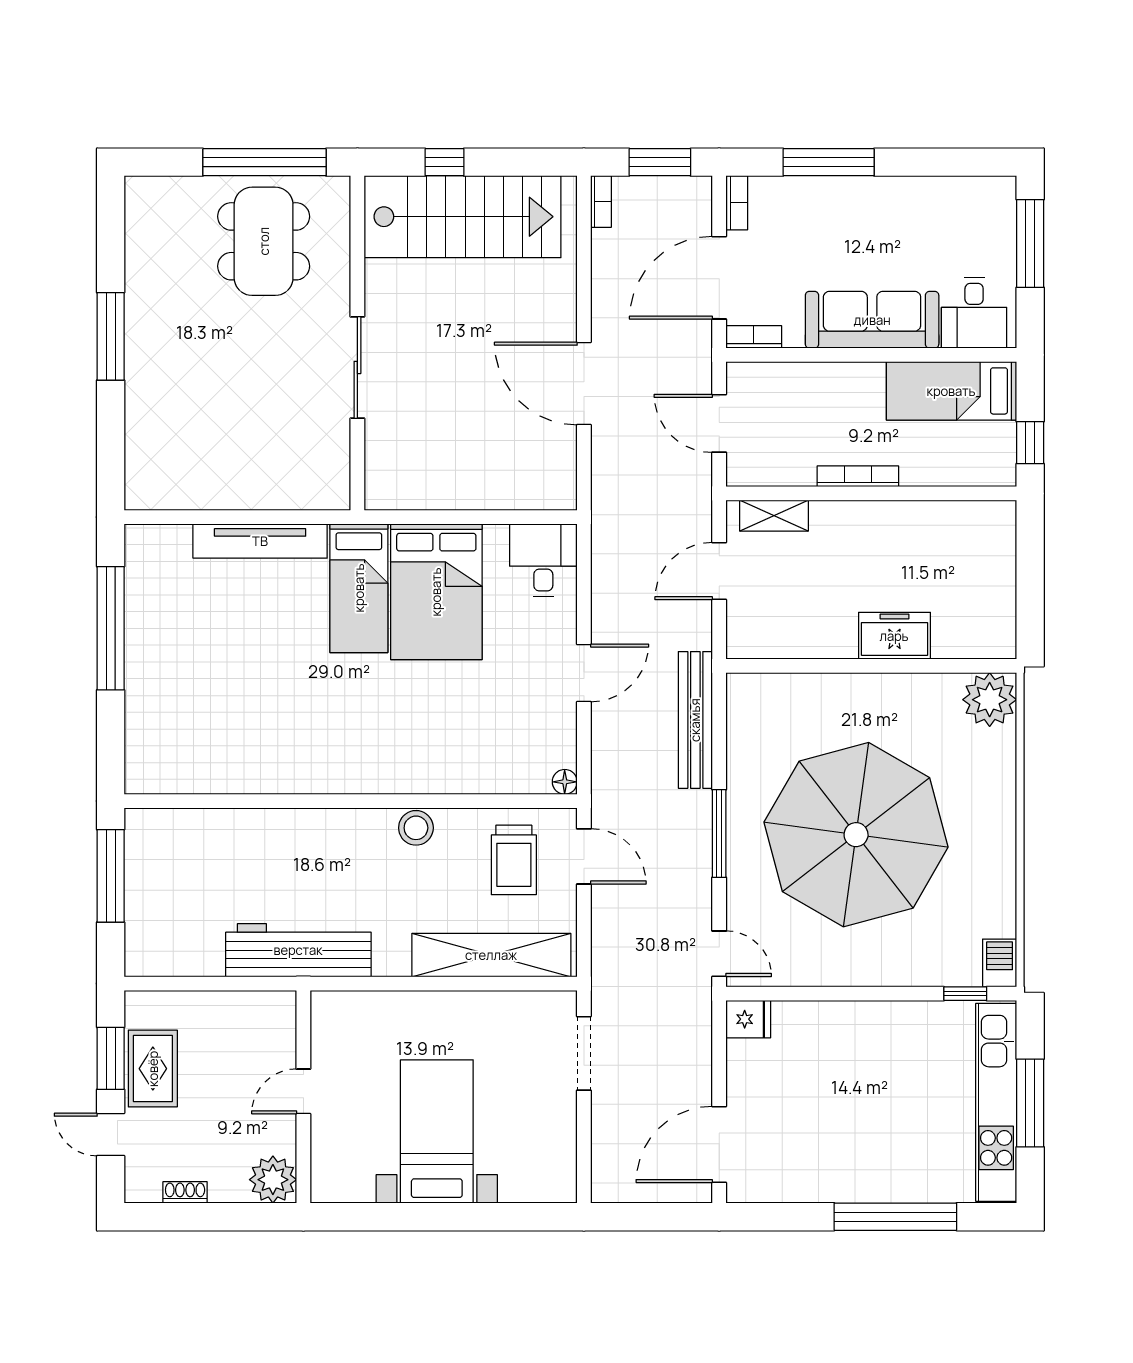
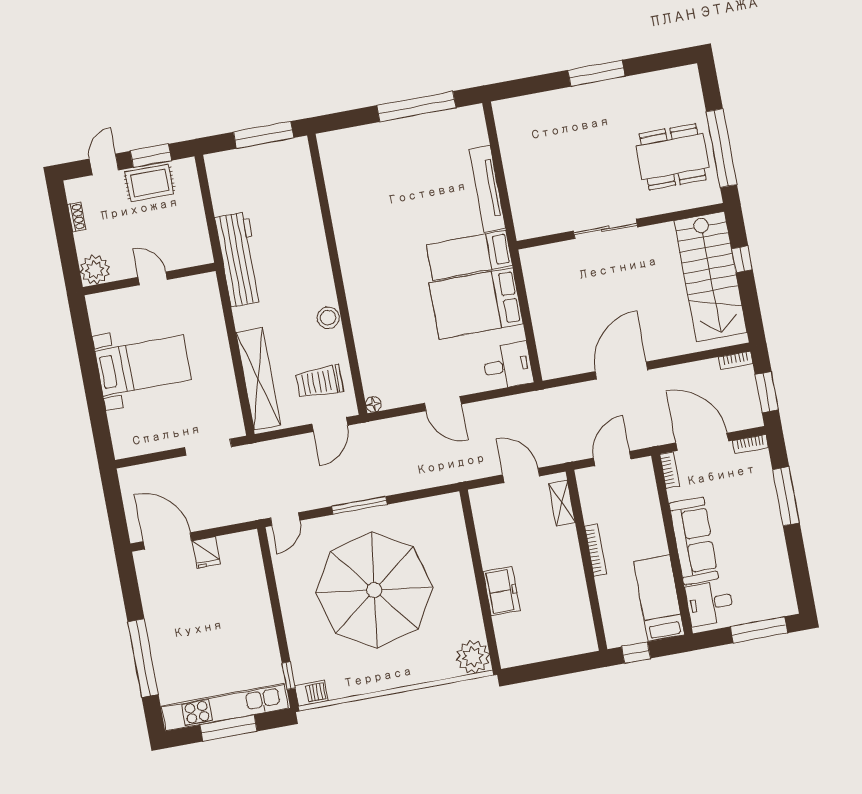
bench: (695, 720) -> (427, 478), removed
fridge: (748, 1019) -> (206, 552), moved

